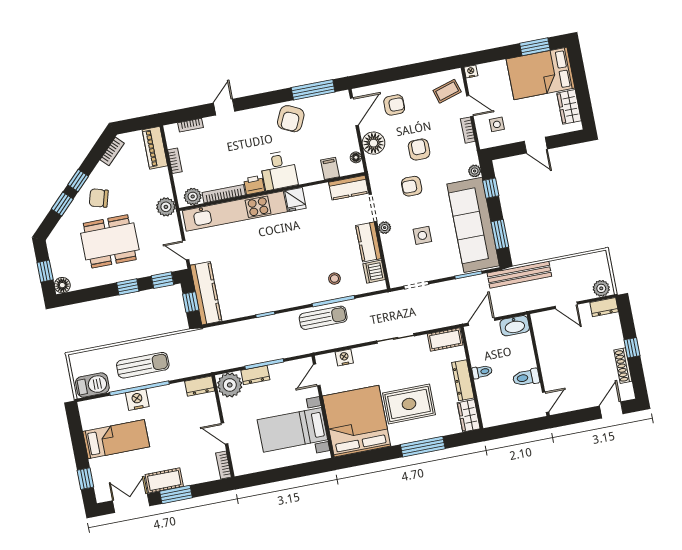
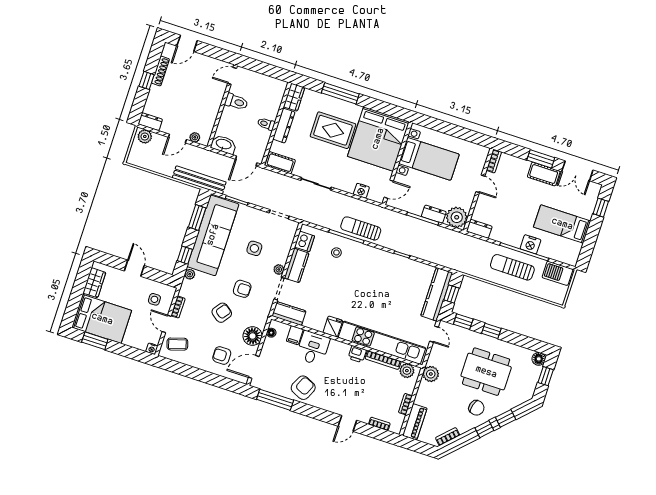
armchair: (419, 150) -> (222, 313), turned -144
desk: (279, 170) -> (313, 348), moved
door: (566, 305) -> (177, 138), swing flipped
plant: (549, 316) -> (195, 137), added

